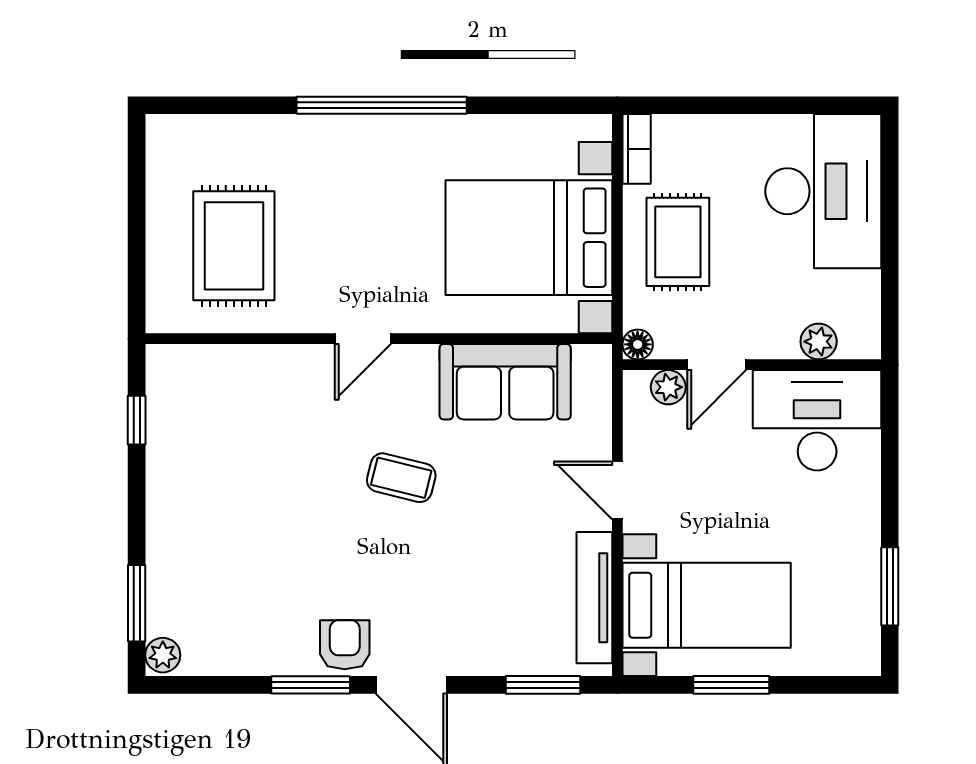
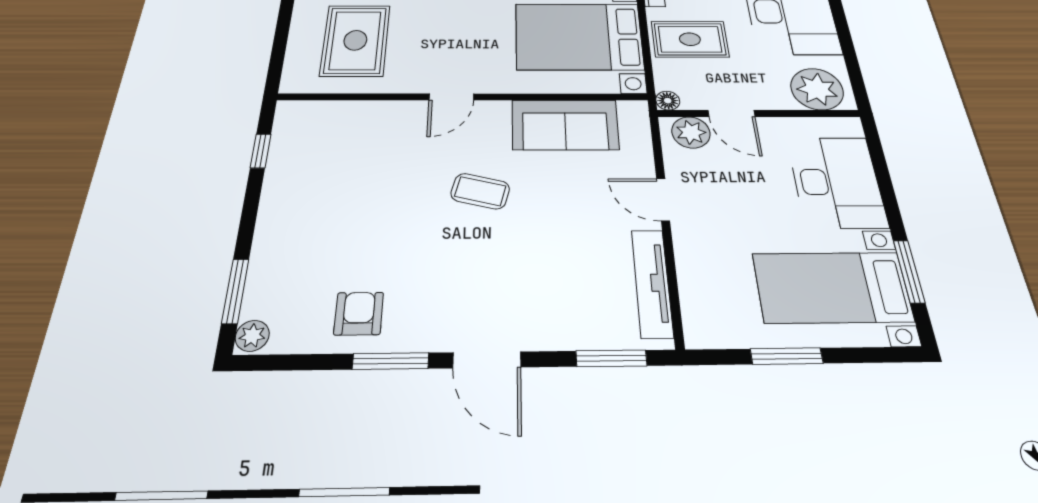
rug: (678, 242) -> (690, 39), turned 90
plant: (819, 342) -> (817, 89), width x1.88, depth x1.88
door: (717, 365) -> (731, 114), hinge flipped
plant: (668, 387) -> (691, 132), width x1.38, depth x1.38
desk: (817, 420) -> (836, 182), moved, turned 90
bed with nightstands: (707, 605) -> (832, 287), moved, turned 180
armchair: (345, 645) -> (359, 313), moved

